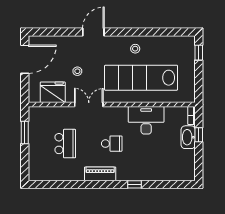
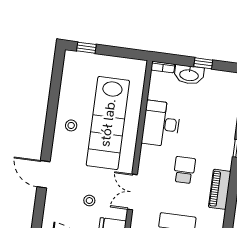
window: (199, 135) -> (203, 63), moved

